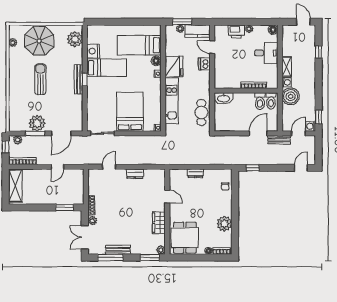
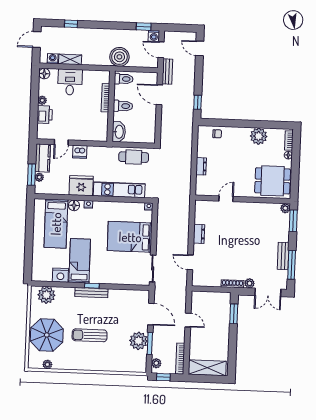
shelving: (287, 67) -> (70, 59), moved
washing machine: (287, 82) -> (53, 59), moved
toilet: (260, 101) -> (123, 106), moved
wardrobe: (159, 223) -> (255, 209), removed

